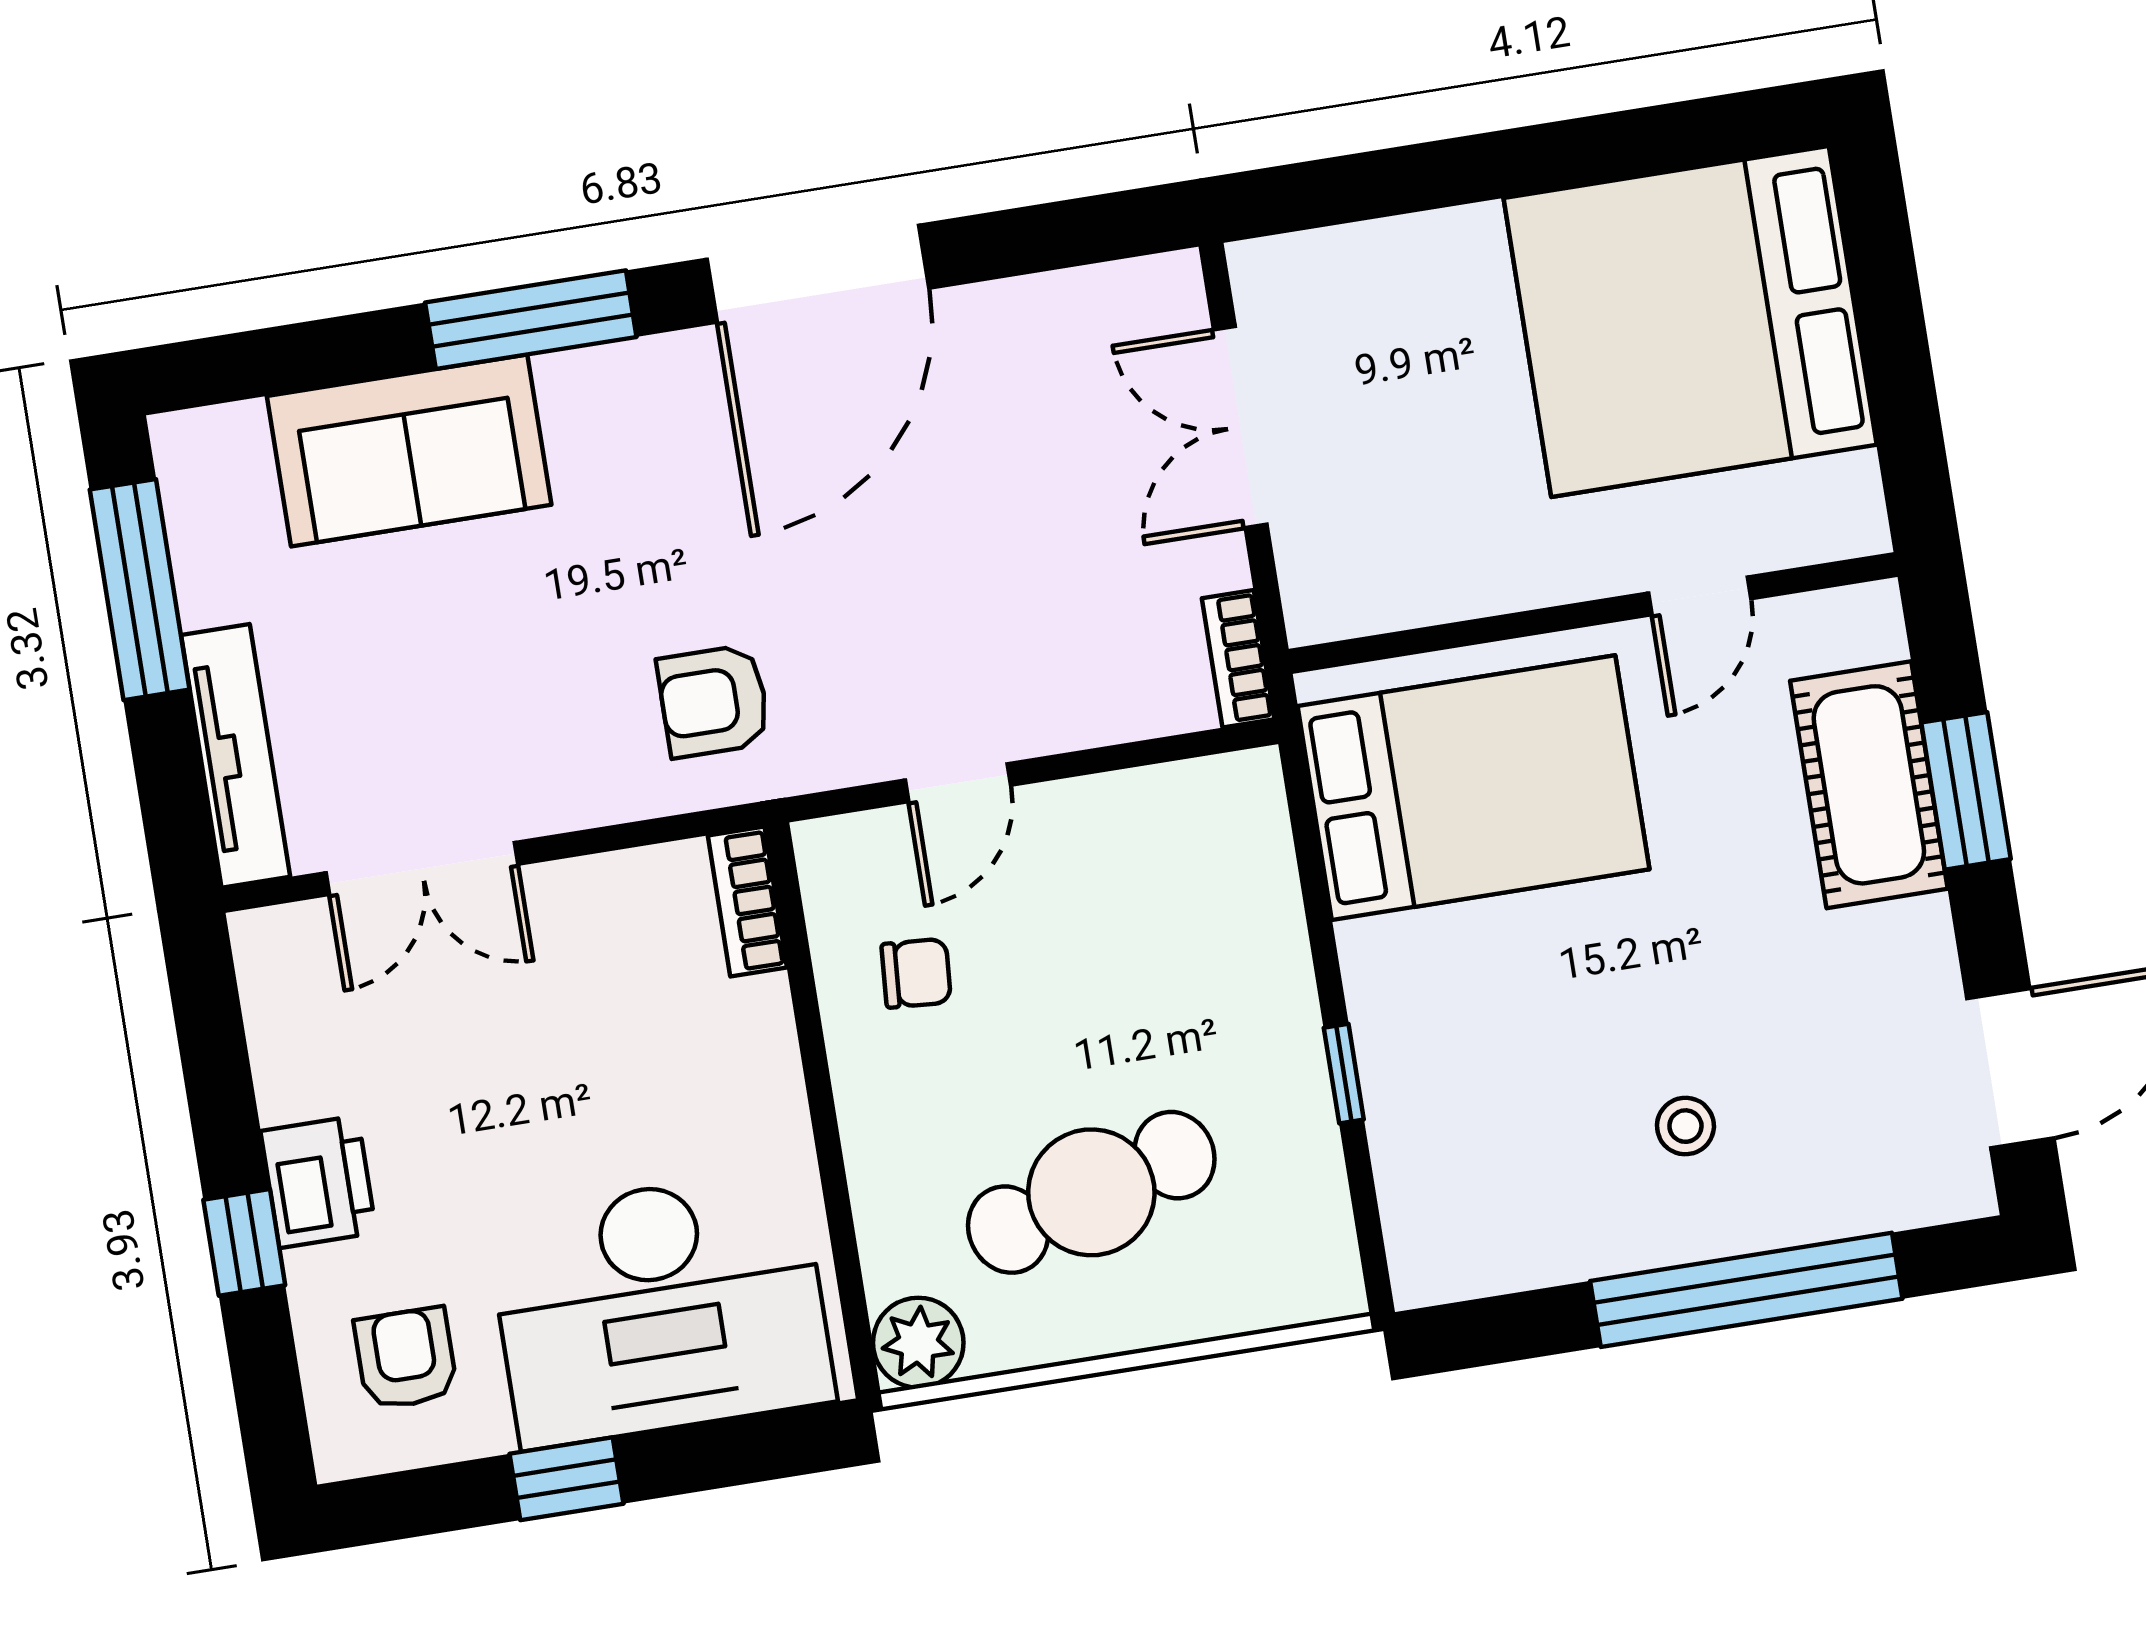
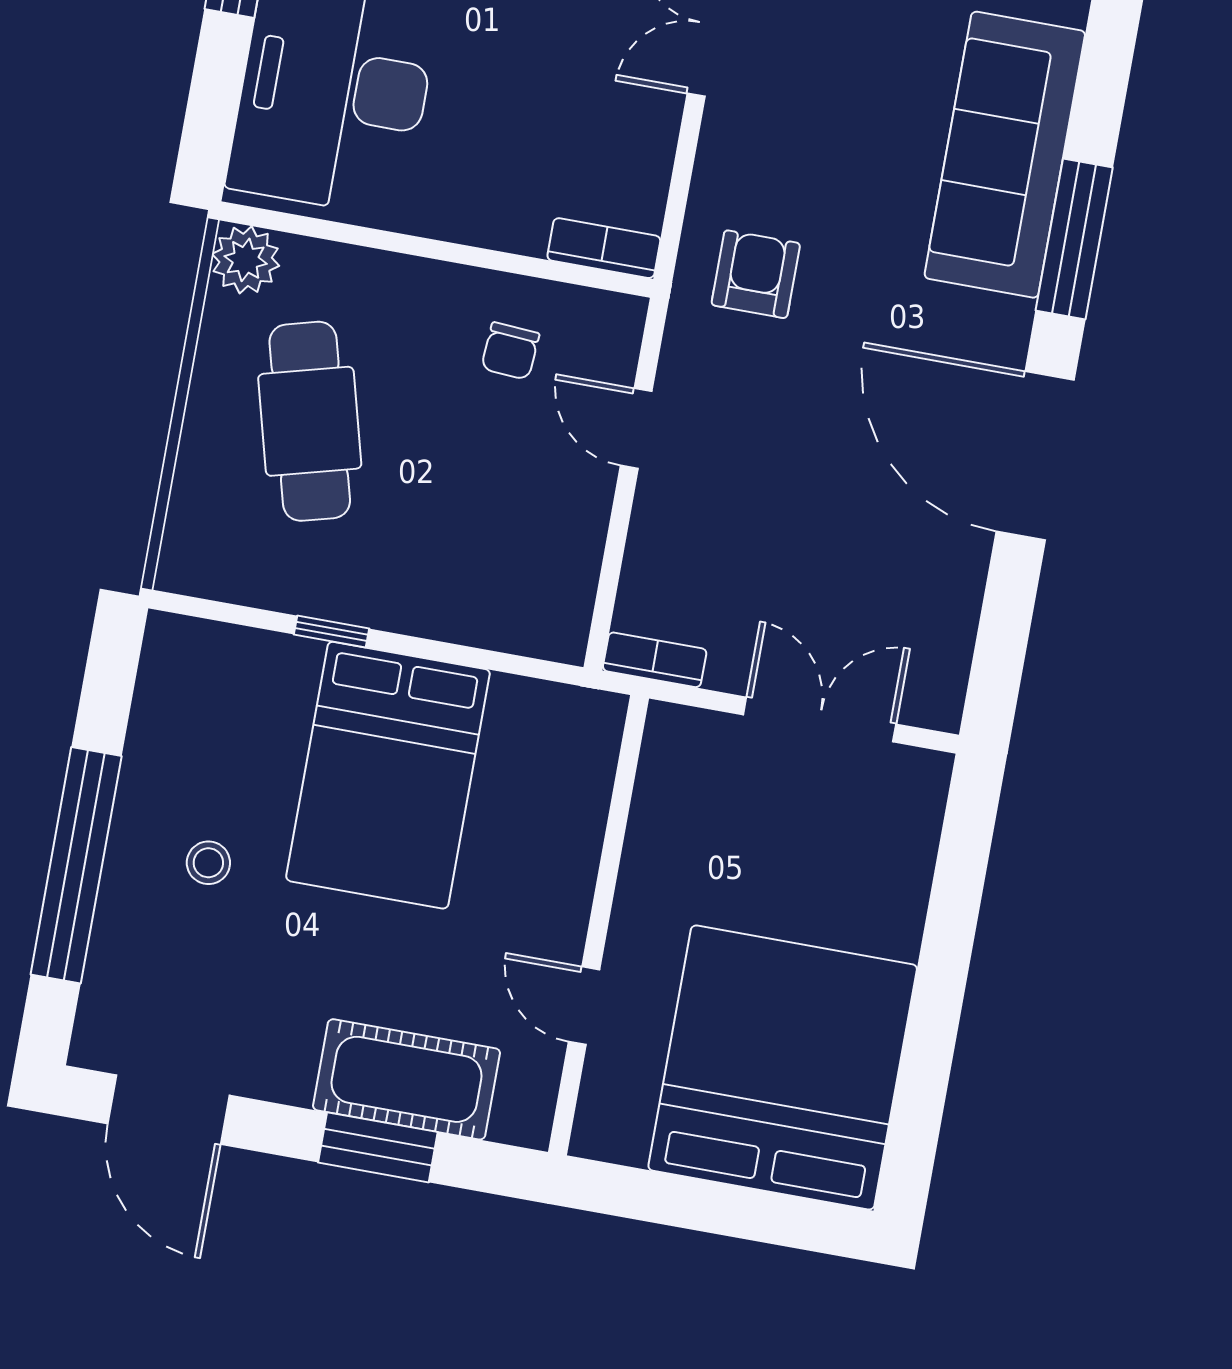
sofa: (409, 450) -> (1005, 155), width x1.36
bed: (1474, 788) -> (388, 775), moved

